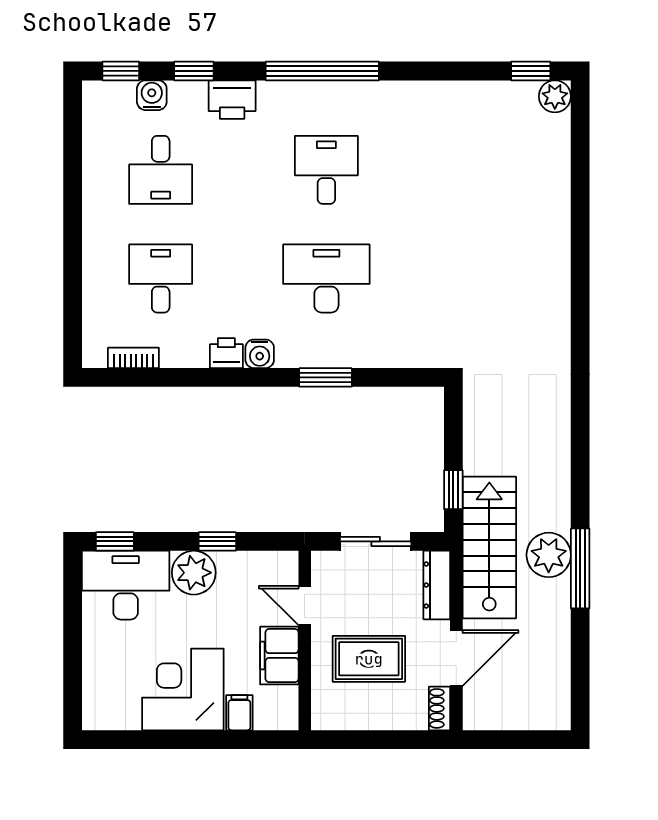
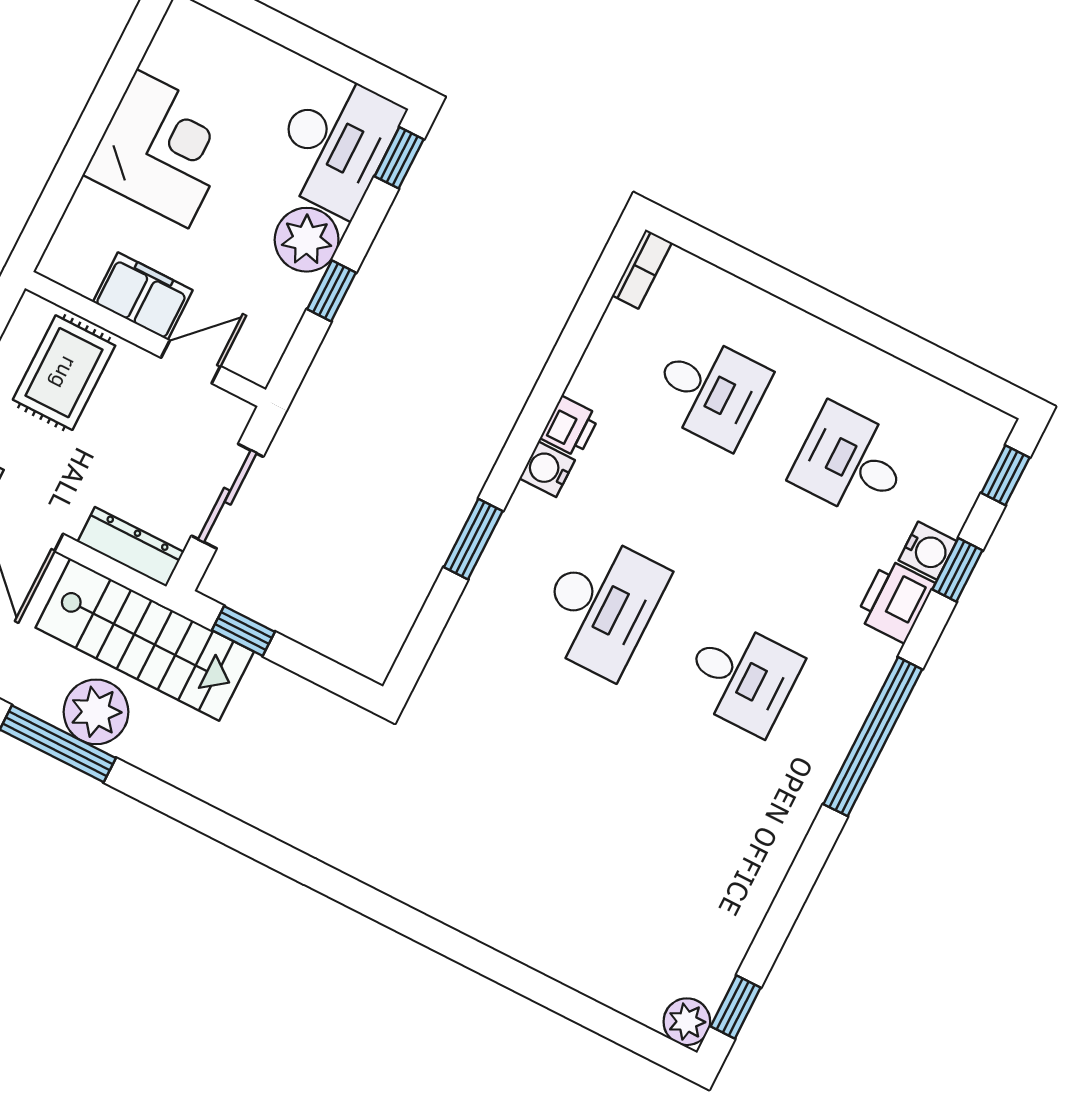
water cooler: (152, 95) -> (928, 551), moved
bookcase: (133, 358) -> (642, 269), moved
rug: (369, 659) -> (64, 373), moved
filing cabinet: (239, 713) -> (95, 207), removed

